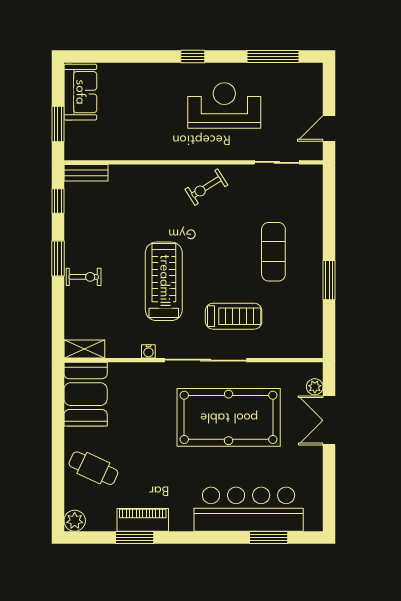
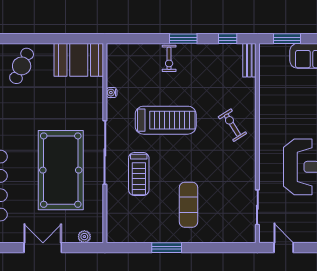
exercise bike: (206, 187) -> (232, 125), moved
exercise mat: (273, 252) -> (188, 205), turned 90
shelving: (84, 349) -> (113, 59), removed
water cooler: (148, 351) -> (112, 93), moved
double door: (329, 420) -> (43, 248), moved

